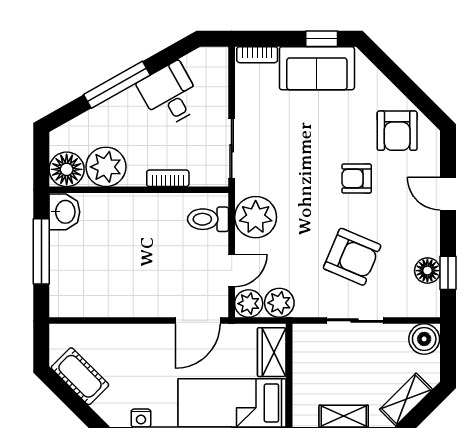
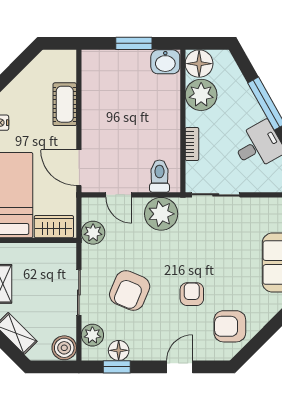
window: (41, 251) -> (134, 43), width x0.69
plant: (249, 304) -> (92, 335), moved
cot: (80, 376) -> (65, 104), moved, turned -45

